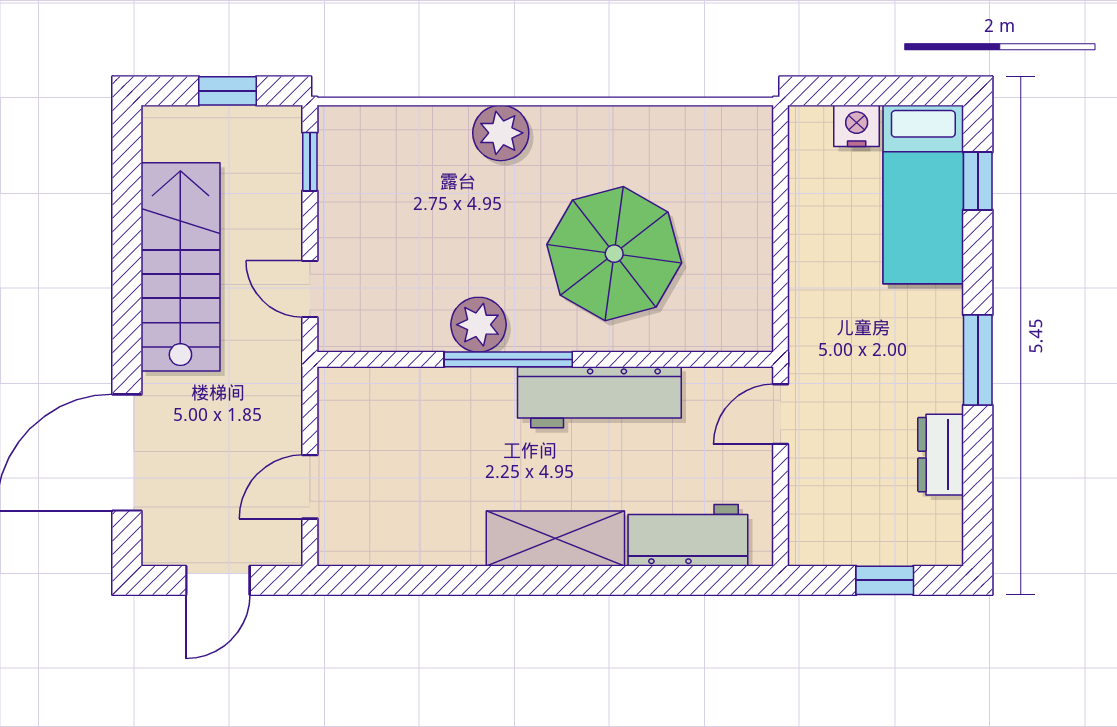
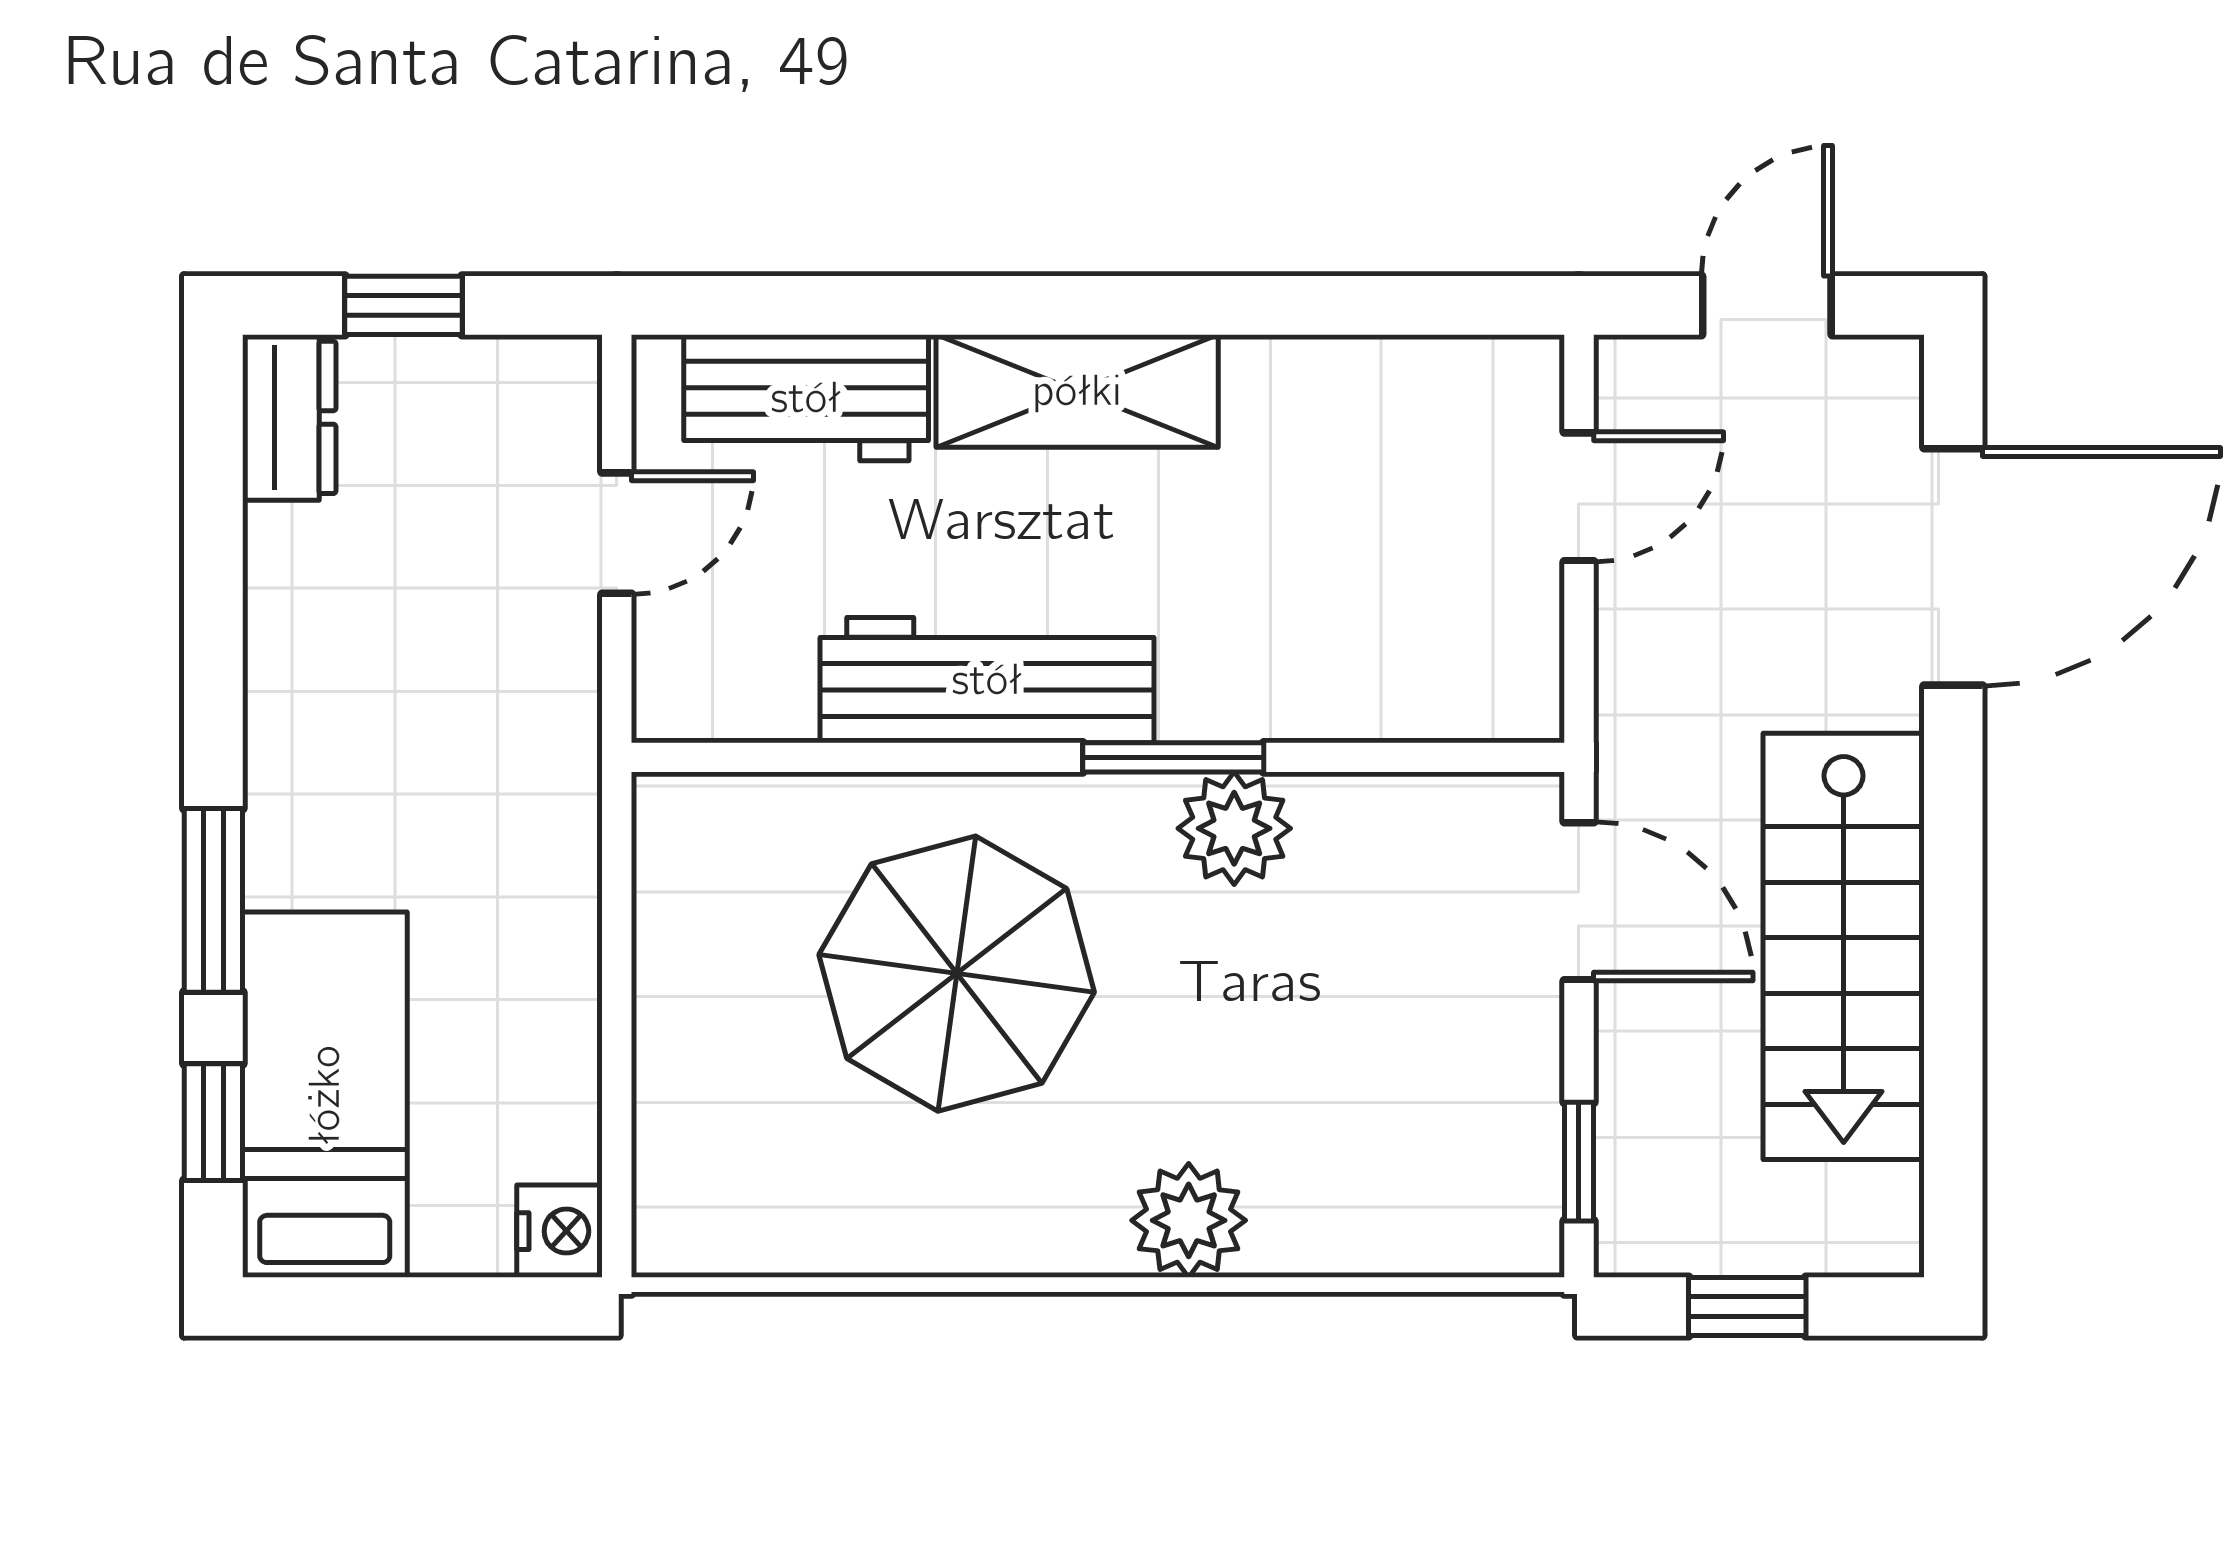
nightstand: (857, 126) -> (560, 1231), moved, turned -90
door: (310, 289) -> (1579, 901), width x1.38
window: (508, 359) -> (1173, 757), width x0.69
window: (978, 360) -> (213, 900), moved
door: (780, 414) -> (617, 533), moved
dresser: (941, 455) -> (289, 417), moved

